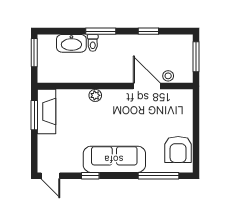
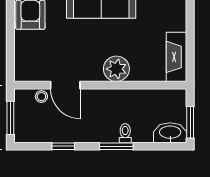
washbasin: (71, 43) -> (170, 133), moved
plant: (95, 95) -> (116, 69), width x1.88, depth x1.88
window: (34, 115) -> (190, 53), removed

